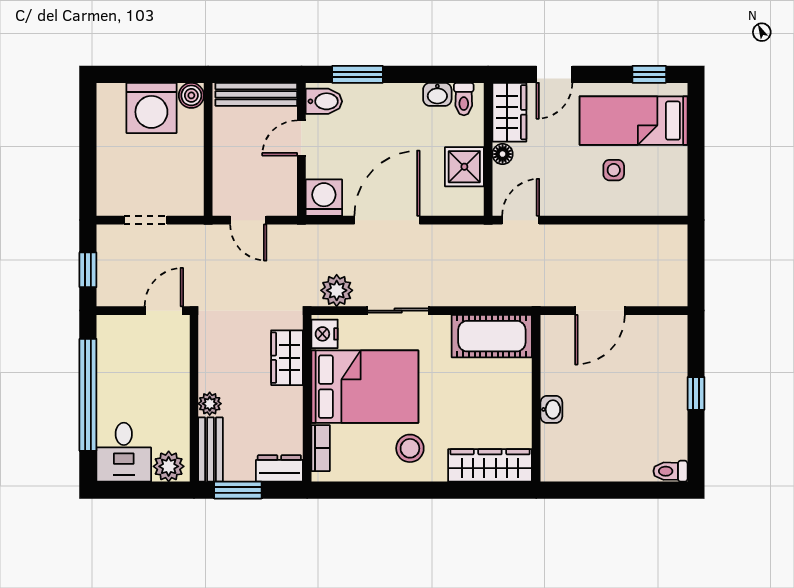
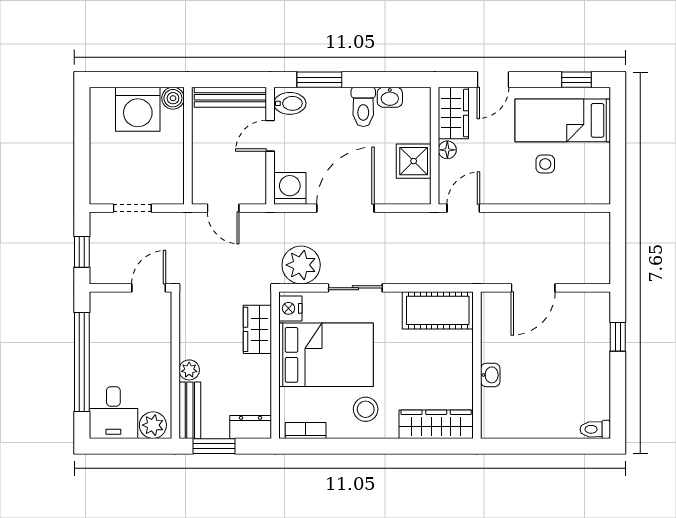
toilet: (464, 99) -> (363, 107), moved, width x1.37, depth x1.39
plant: (337, 290) -> (301, 265), width x1.36, depth x1.36
window: (696, 393) -> (618, 337), moved
bookcase: (321, 448) -> (306, 430), moved, turned -90

